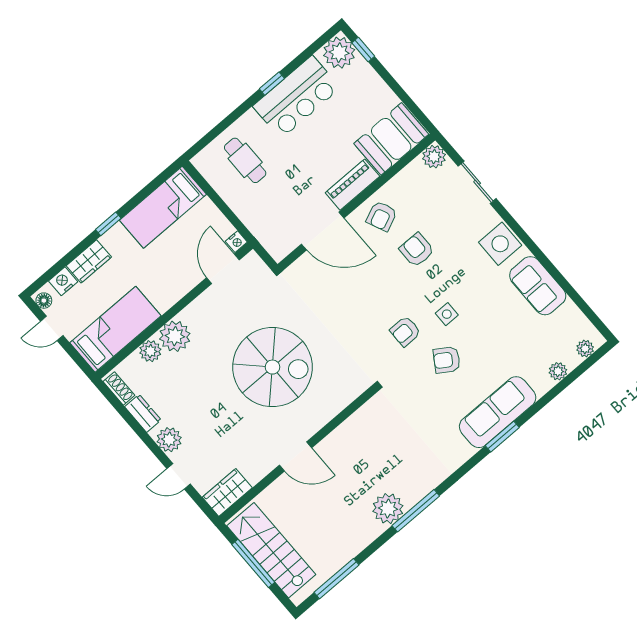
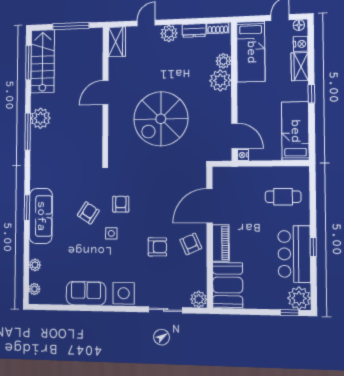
stairs: (271, 550) -> (43, 61), moved, turned -90

